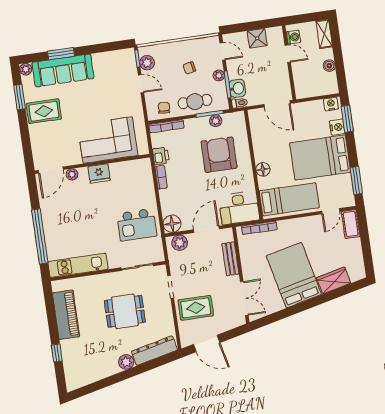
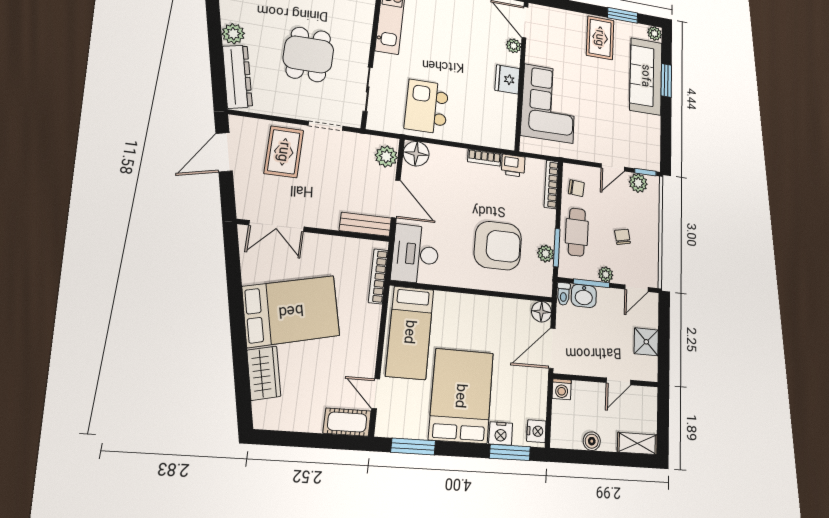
washing machine: (293, 37) -> (562, 389), moved
floor lamp: (263, 169) -> (541, 312), moved
bench: (230, 259) -> (365, 224), moved

